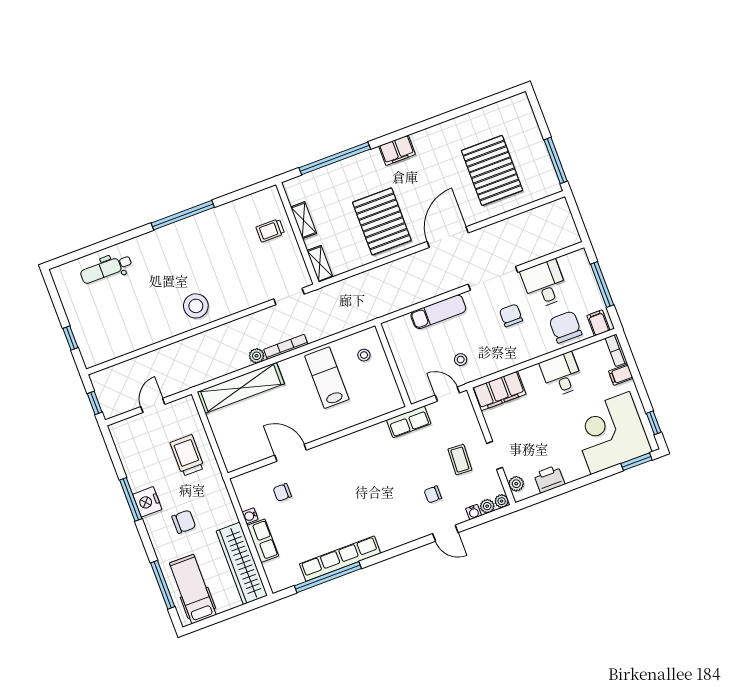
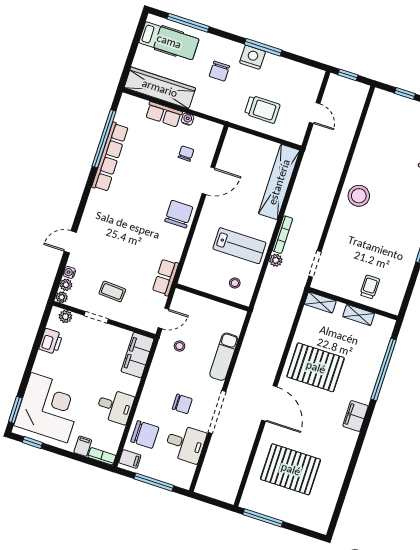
plant: (257, 356) -> (276, 260), moved
chair: (433, 494) -> (179, 214), moved, width x1.87, depth x1.87

